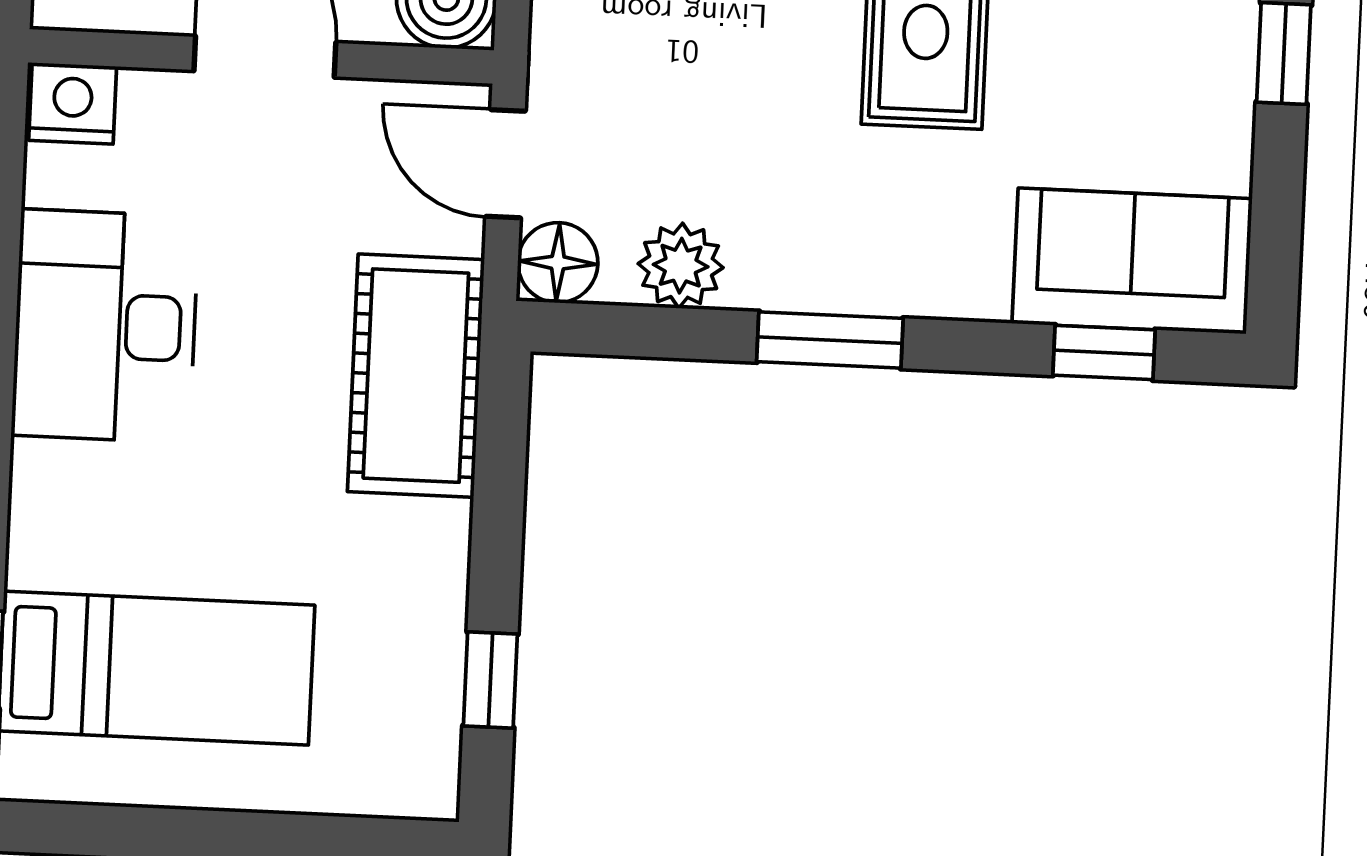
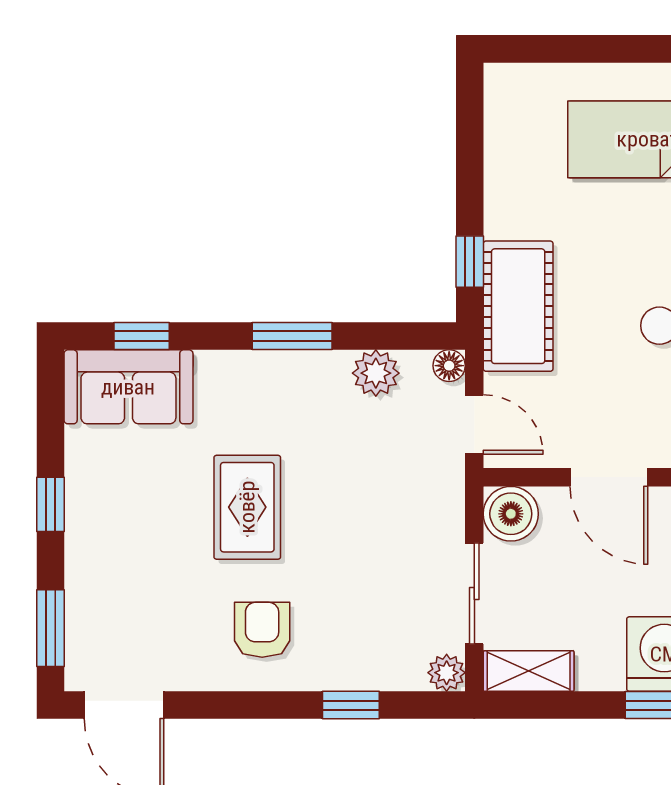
floor lamp: (558, 263) -> (449, 366), width x0.73, depth x0.73
window: (490, 680) -> (470, 262), moved

